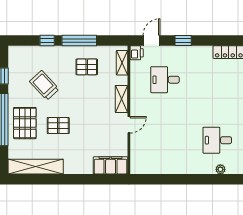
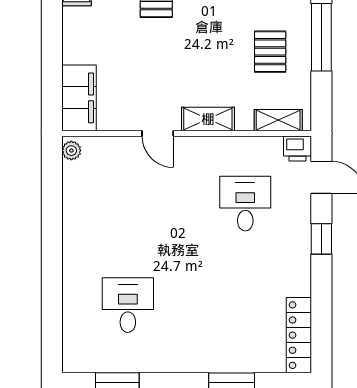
plant: (220, 169) -> (71, 151), moved

